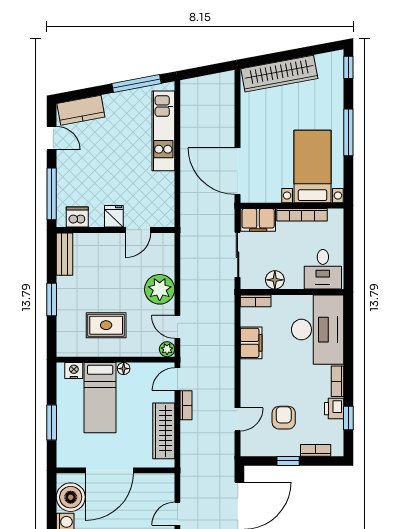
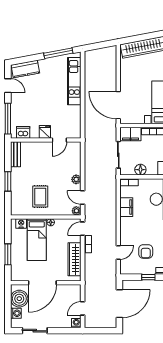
plant: (160, 289) -> (76, 179), width x0.53, depth x0.53
rug: (106, 325) -> (40, 197), turned 90
armchair: (284, 418) -> (146, 251), turned 180

